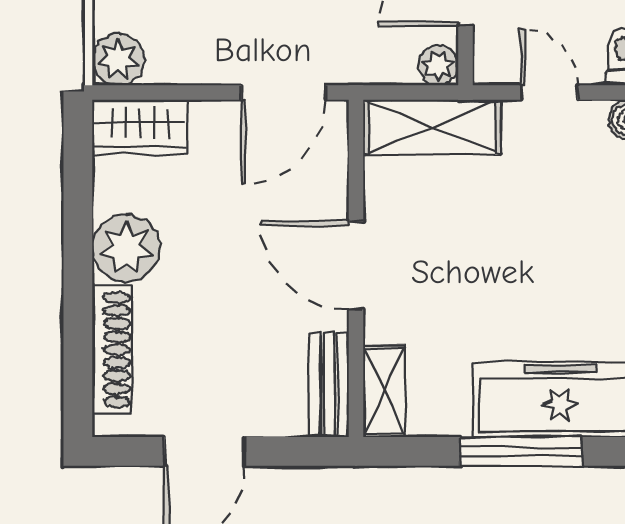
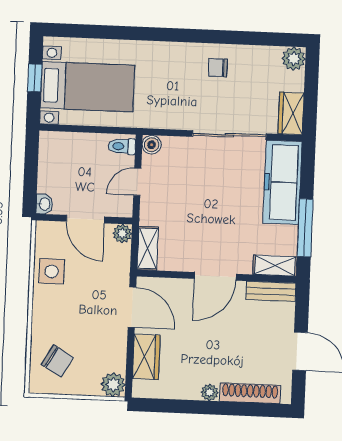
wardrobe: (139, 127) -> (146, 357), moved
shelving: (432, 127) -> (148, 248), width x0.67, depth x0.75
plant: (126, 248) -> (210, 392), width x0.53, depth x0.53
window: (521, 451) -> (305, 228), moved

